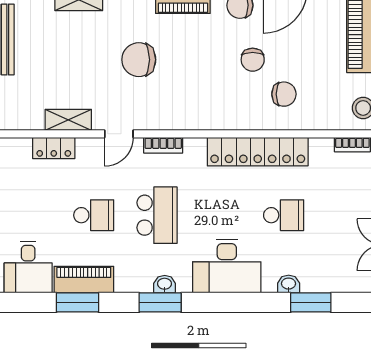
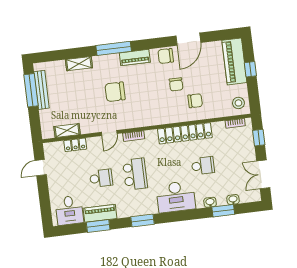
shelving: (68, 120) -> (67, 131), moved
washbasin: (165, 284) -> (233, 200), moved

